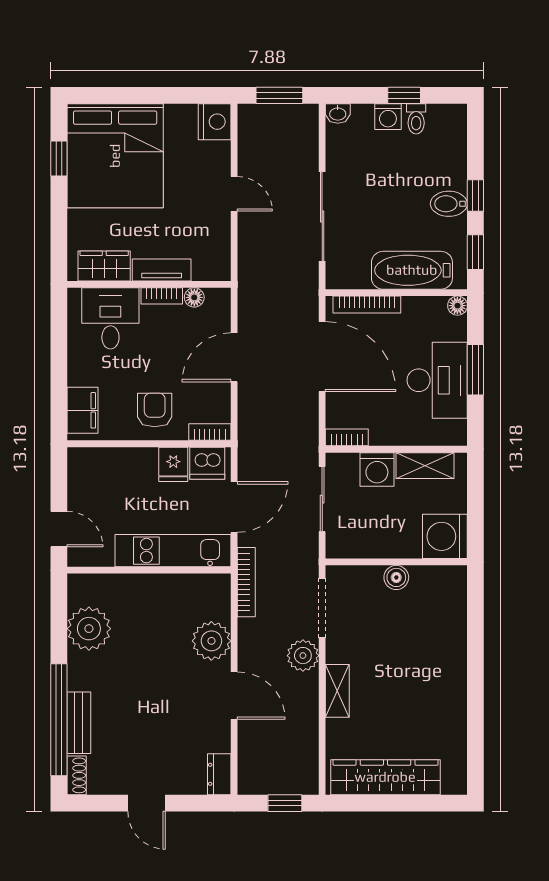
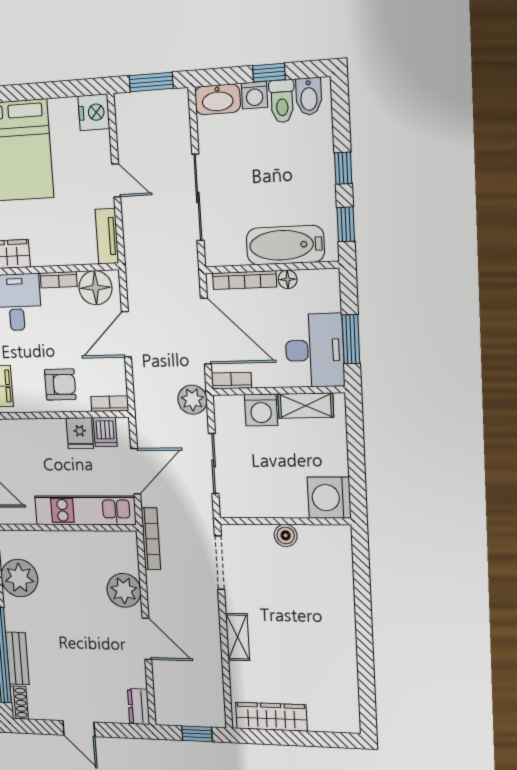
washbasin: (338, 113) -> (218, 99), width x1.91, depth x1.45
toilet: (416, 119) -> (282, 101), width x1.37, depth x1.39
bidet: (449, 204) -> (309, 96), moved, turned -90
tv unit: (162, 270) -> (107, 236), moved, turned -90
floor lamp: (194, 297) -> (95, 288), width x1.89, depth x1.89
floor lamp: (457, 306) -> (288, 279), moved
armchair: (155, 410) -> (60, 384), turned 90
bookcase: (347, 437) -> (231, 381), moved
wall: (396, 449) -> (278, 391), moved
dishwasher: (207, 463) -> (105, 432), width x0.73
shelving: (425, 466) -> (306, 406), moved
washing machine: (377, 469) -> (261, 410), moved
plant: (303, 656) -> (192, 400), moved
wardrobe: (385, 777) -> (271, 717), width x0.71, depth x0.85

